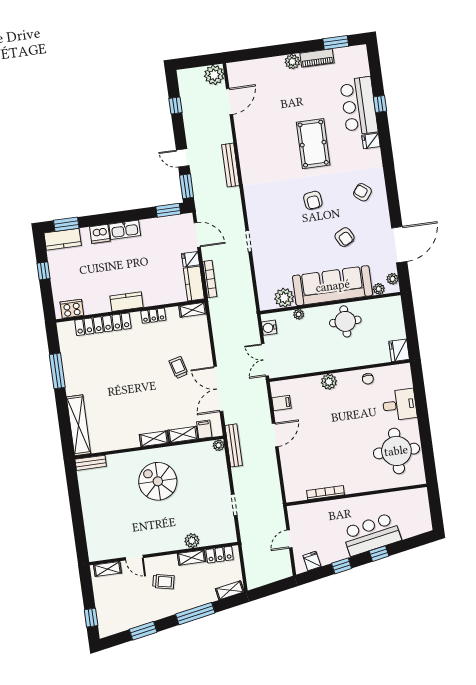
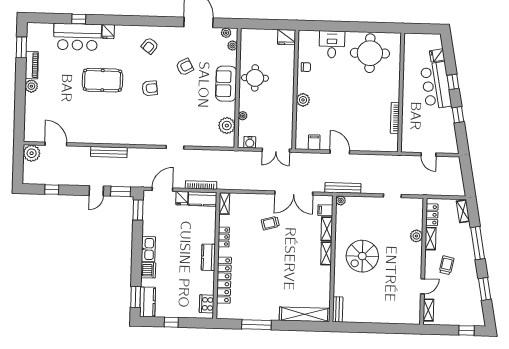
sofa: (333, 286) -> (226, 84), width x0.54, depth x0.79
fridge: (312, 561) -> (437, 55), moved

